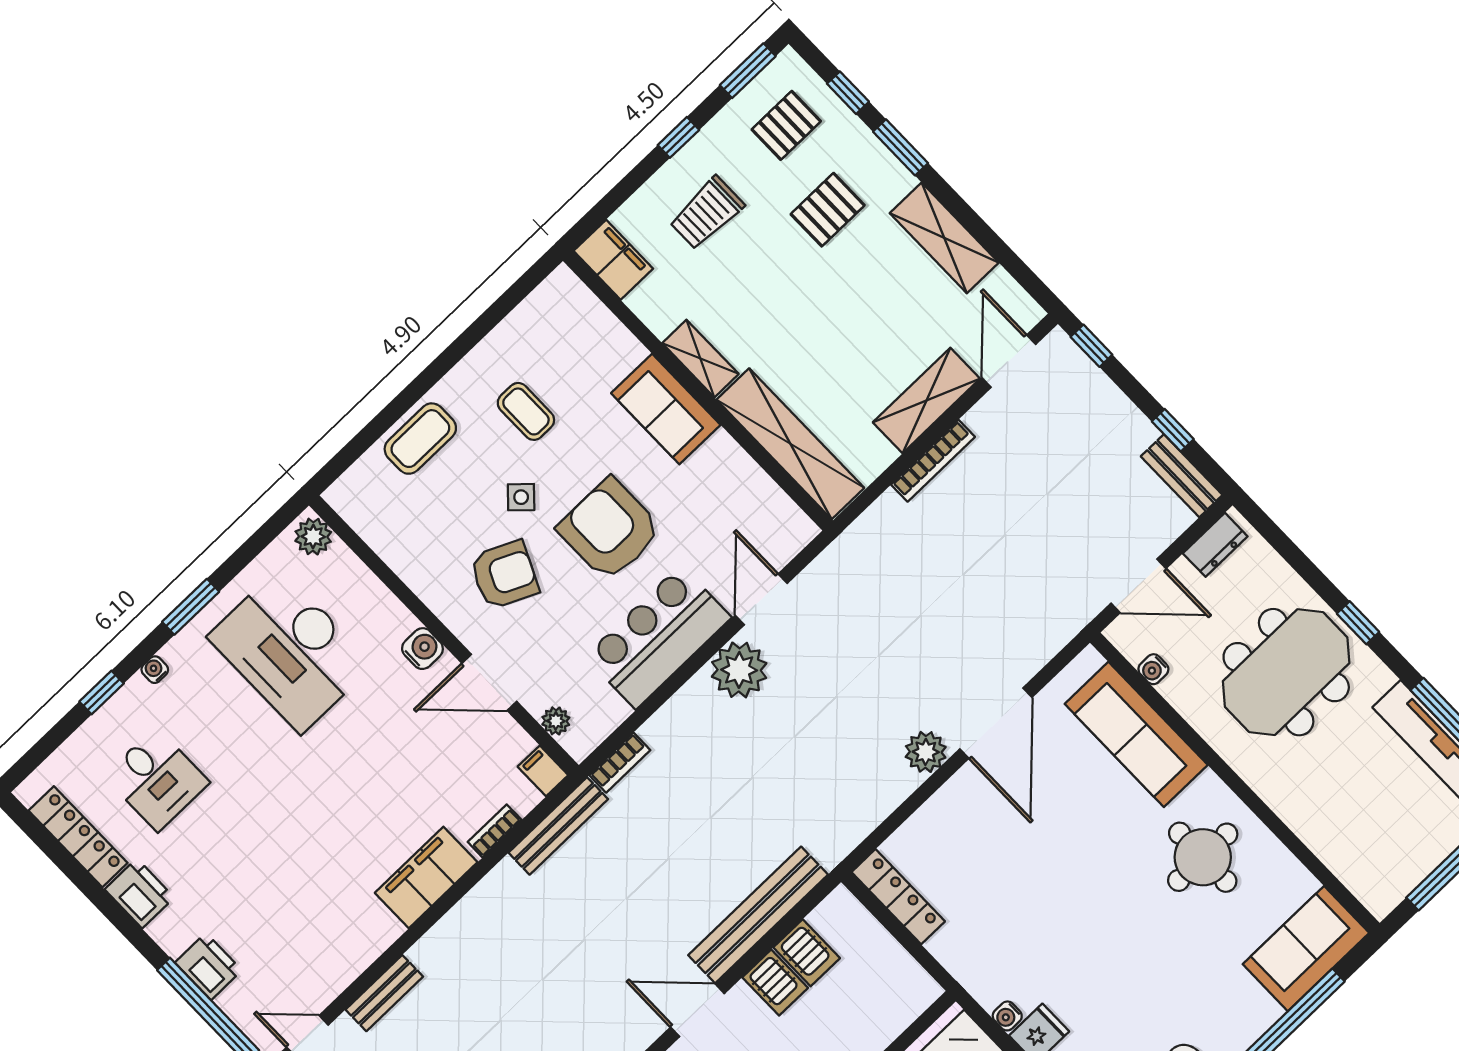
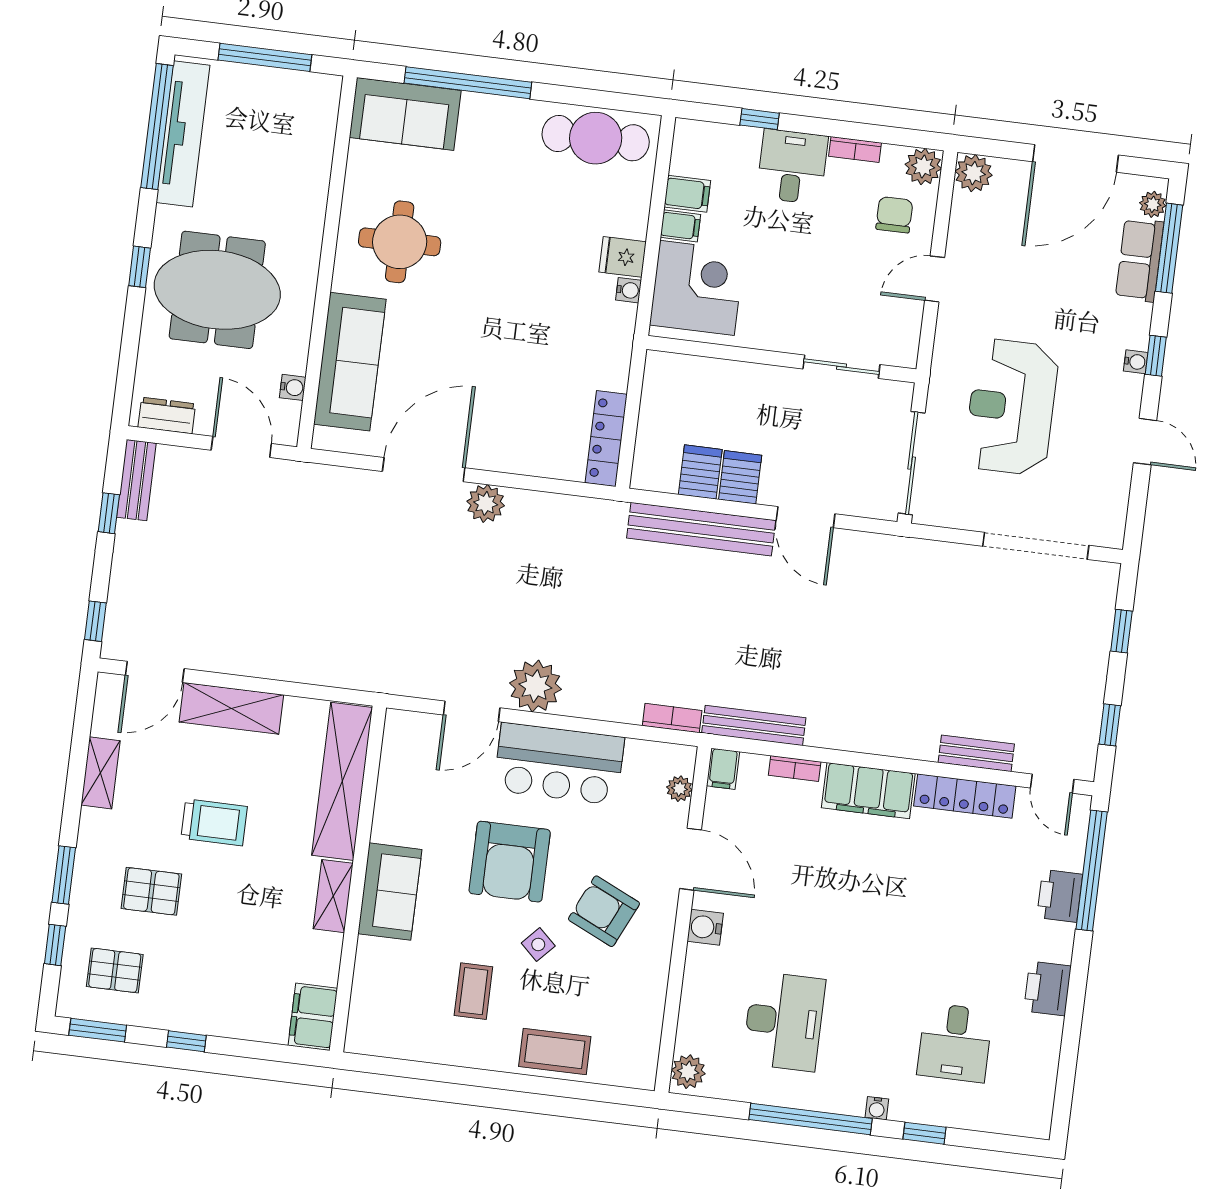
trolley: (707, 213) -> (214, 822), moved
shelving: (944, 238) -> (101, 773), width x0.67, depth x0.75
bookcase: (933, 461) -> (271, 668), removed
window: (191, 607) -> (811, 1119), width x2.11
desk: (290, 651) -> (784, 1021), width x0.73, depth x0.77
desk: (157, 779) -> (955, 1043), turned 180
locker: (78, 837) -> (965, 796), moved, turned -90

